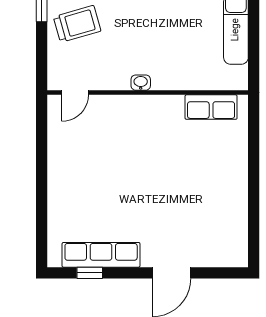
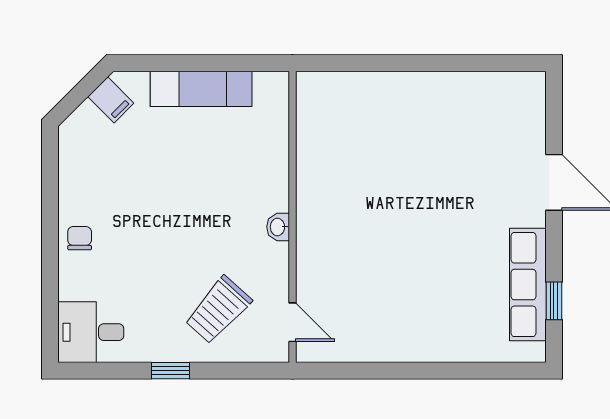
trolley: (77, 24) -> (218, 310), moved, turned -122
row of seats: (211, 107) -> (314, 125), removed

